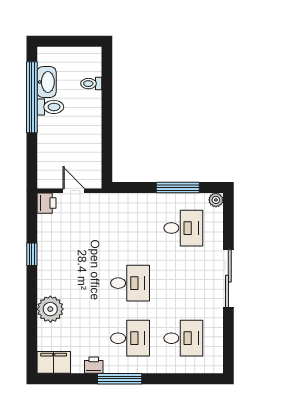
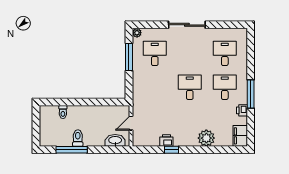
washbasin: (47, 82) -> (115, 140), moved
window: (32, 97) -> (72, 150), width x0.68
printer: (46, 203) -> (166, 141), moved

